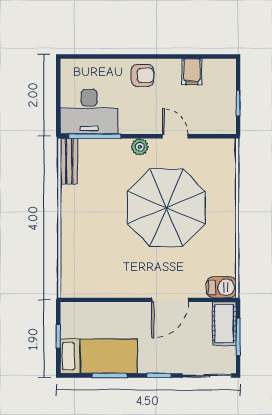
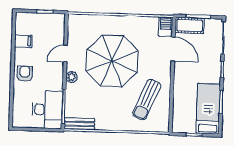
sun lounger: (109, 262) -> (147, 100), added
door: (170, 300) -> (173, 49), moved

